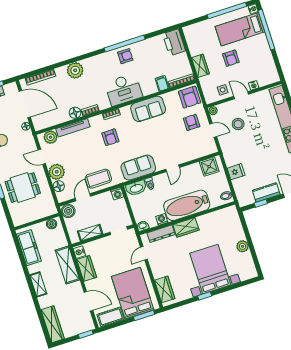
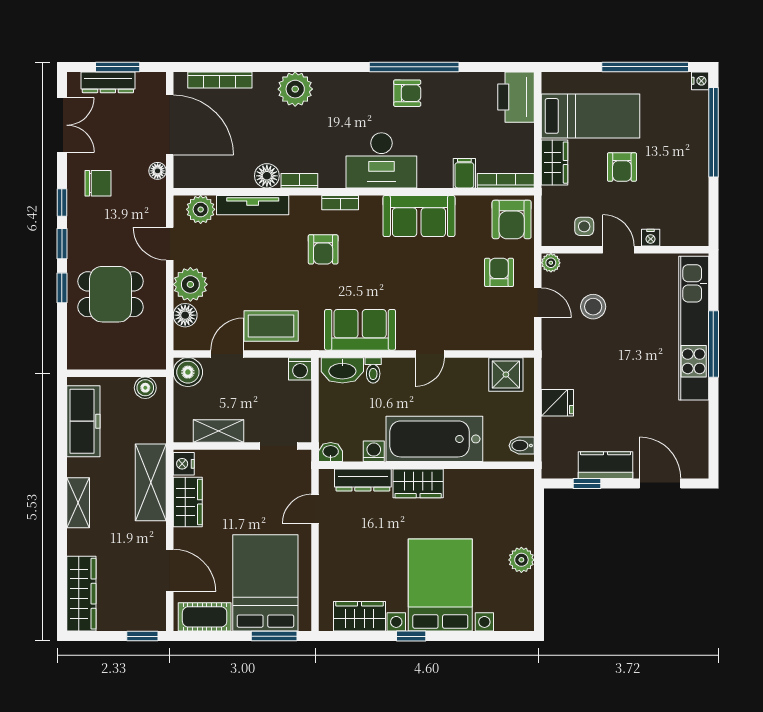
bed: (240, 29) -> (591, 116), moved, turned 180
wardrobe: (165, 289) -> (359, 616), moved, turned -90

